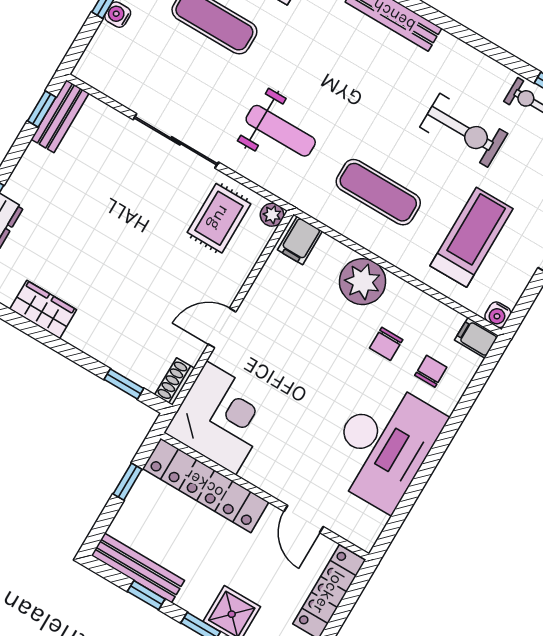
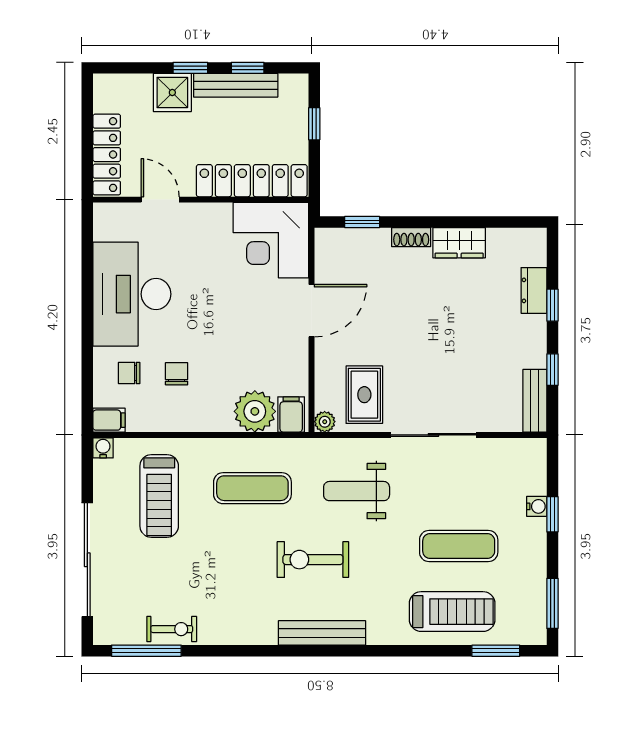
window: (42, 109) -> (552, 370), moved
exercise bike: (464, 130) -> (313, 560), moved
plant: (363, 282) -> (255, 411), moved
door: (222, 328) -> (311, 311), width x1.38
chair: (431, 371) -> (129, 373), turned 90
shoe rack: (175, 382) -> (411, 237), moved, turned 90
window: (128, 482) -> (314, 124), moved
bench: (138, 568) -> (236, 85), moved

